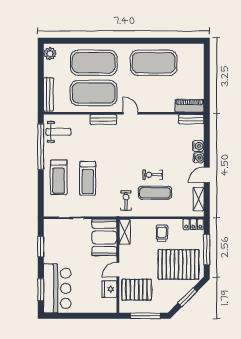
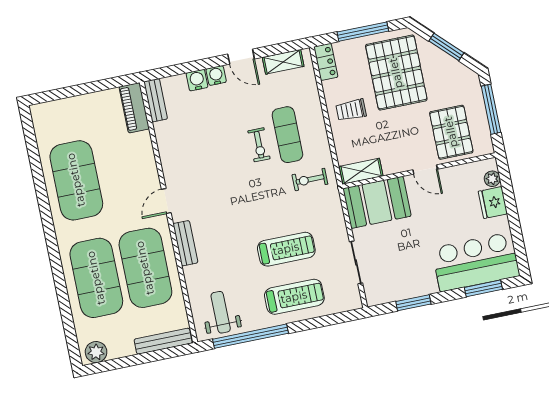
fridge: (109, 289) -> (493, 203), moved, turned 90
plant: (104, 308) -> (492, 179), added

